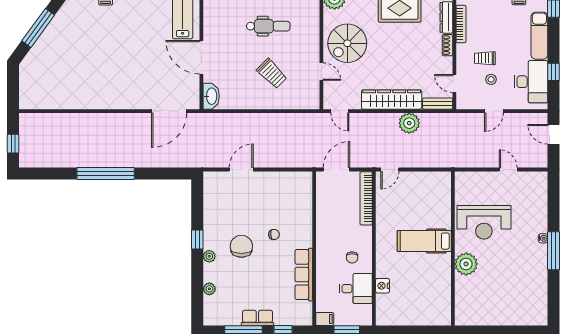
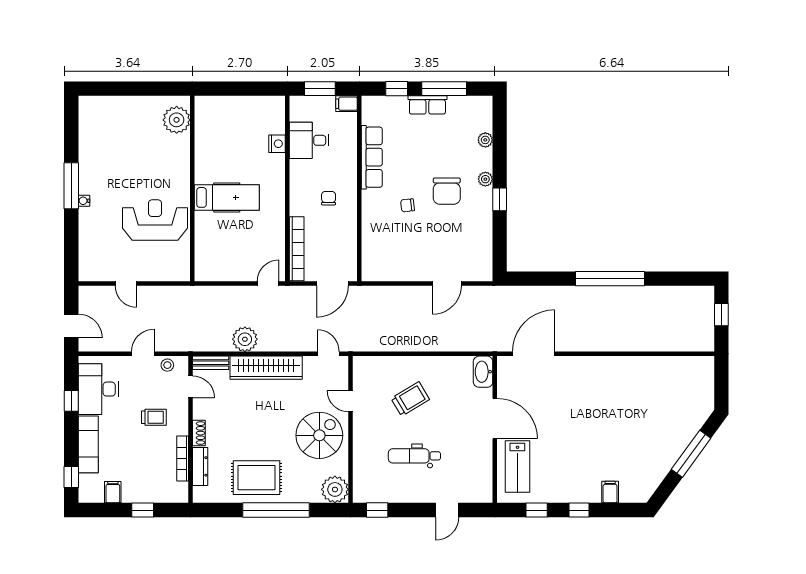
trolley: (272, 74) -> (410, 399), turned 104
stool: (491, 79) -> (167, 365), moved
chair: (352, 257) -> (329, 198), moved
plant: (466, 264) -> (177, 120), moved

